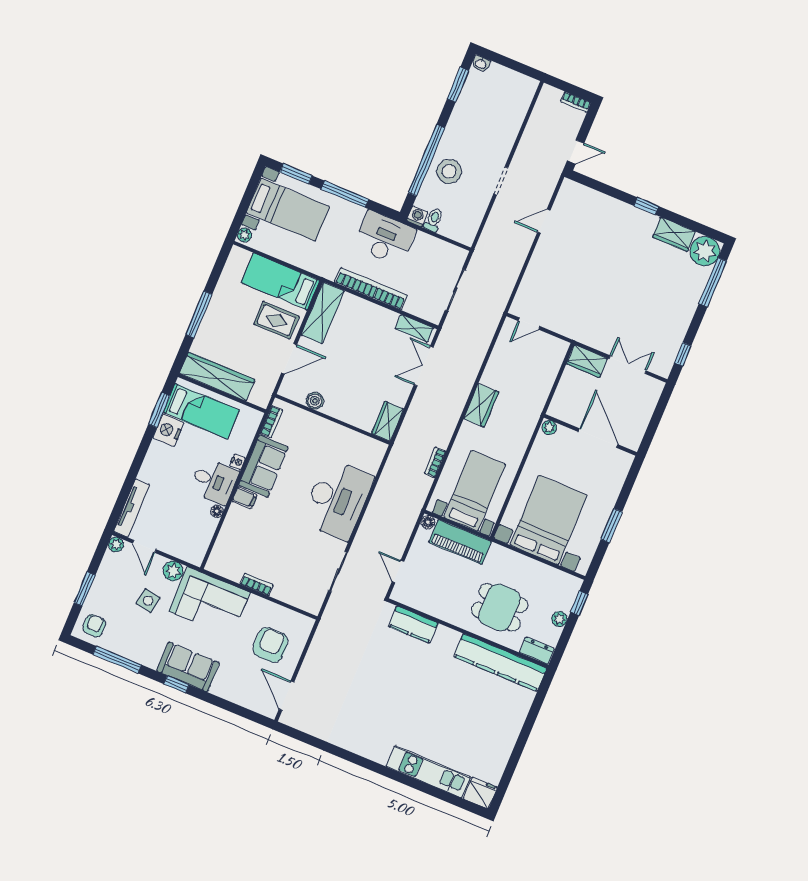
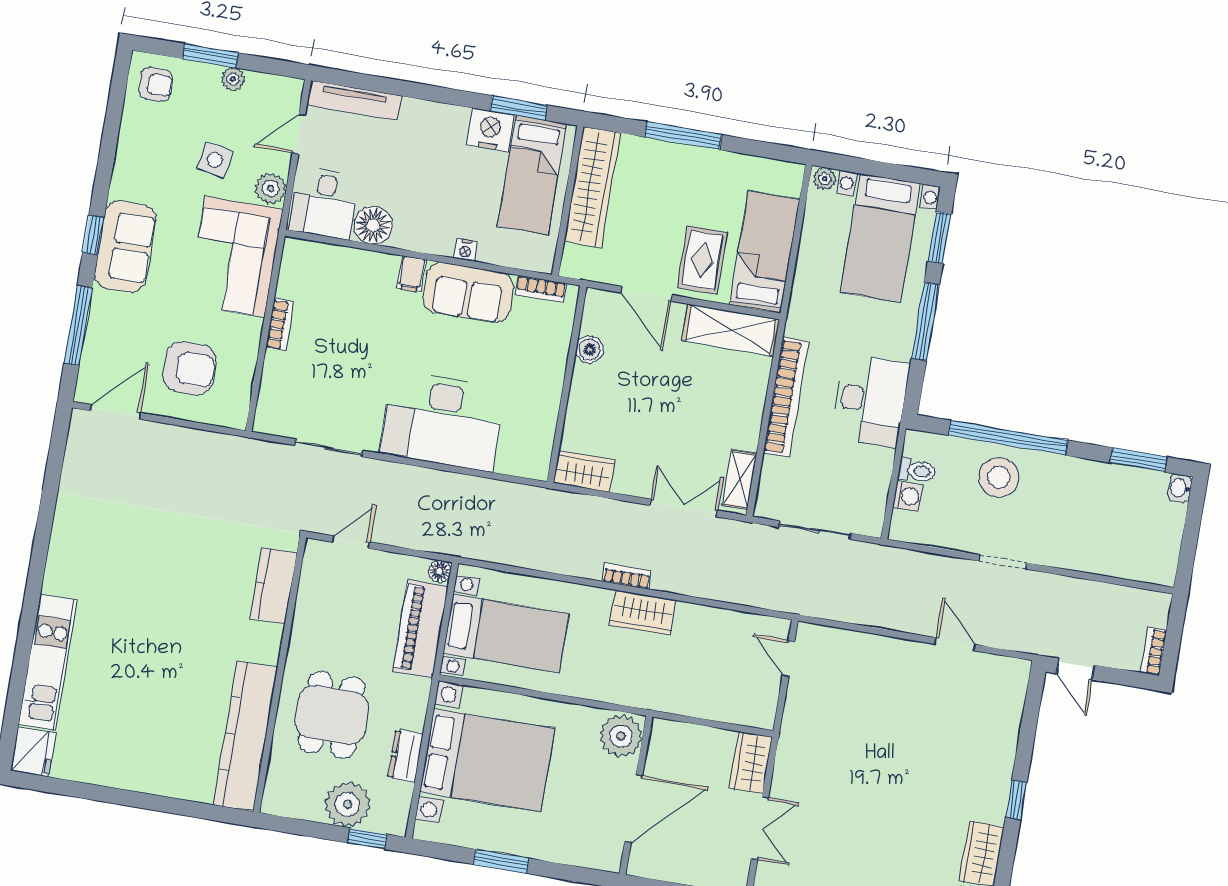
washing machine: (417, 216) -> (908, 496), moved
plant: (549, 428) -> (621, 736), width x1.87, depth x1.87
bookcase: (435, 462) -> (627, 576), moved
desk: (214, 481) -> (324, 203), moved
floor lamp: (217, 511) -> (373, 225), width x1.89, depth x1.89
plant: (116, 545) -> (233, 79), moved
plant: (559, 619) -> (347, 804), width x1.87, depth x1.87
dresser: (537, 651) -> (405, 756), moved, turned 180
window: (117, 660) -> (78, 325), moved

